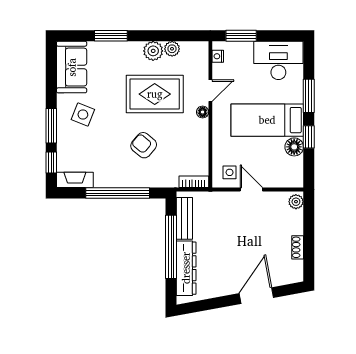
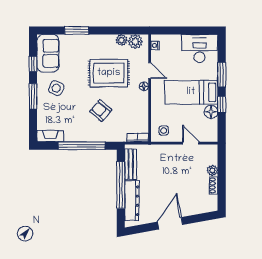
window: (241, 36) -> (172, 30), removed
plant: (153, 51) -> (135, 42), moved
door: (210, 91) -> (150, 71), hinge flipped
window: (51, 163) -> (33, 64), moved
door: (251, 190) -> (191, 143), moved
plant: (296, 202) -> (212, 170), moved
door: (256, 296) -> (170, 223), moved

